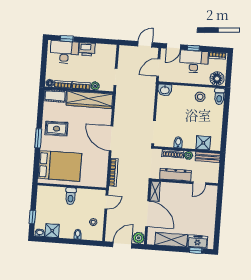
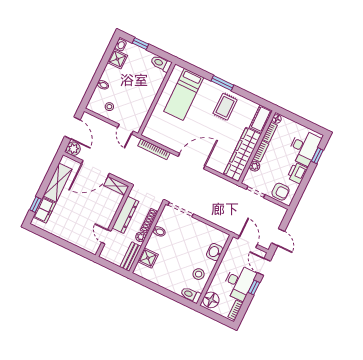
armchair: (107, 57) -> (281, 192), added
washbasin: (165, 90) -> (215, 252), moved
bed: (60, 166) -> (184, 94), width x0.67
toilet: (71, 196) -> (161, 63), moved

